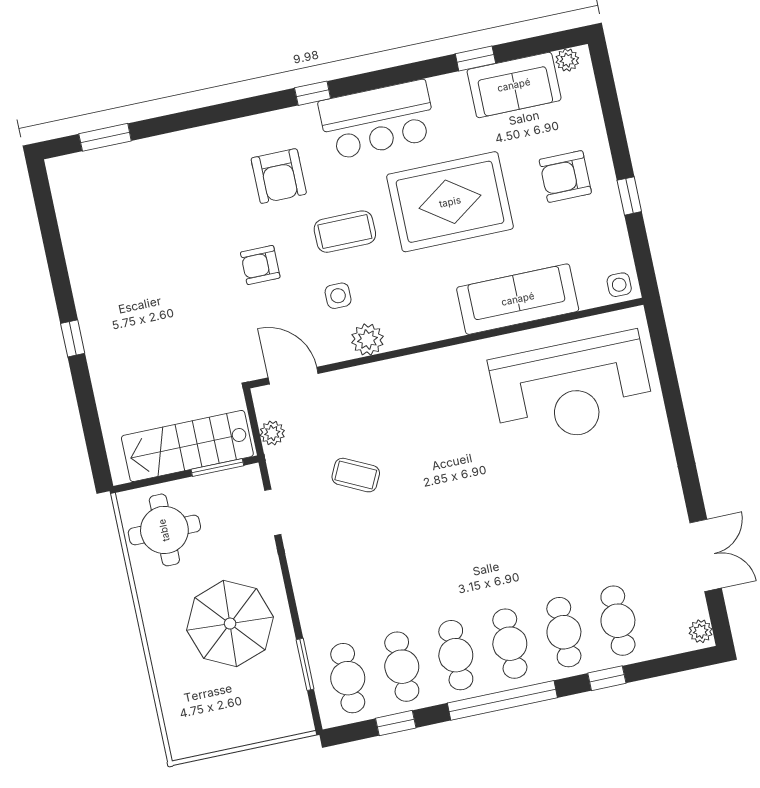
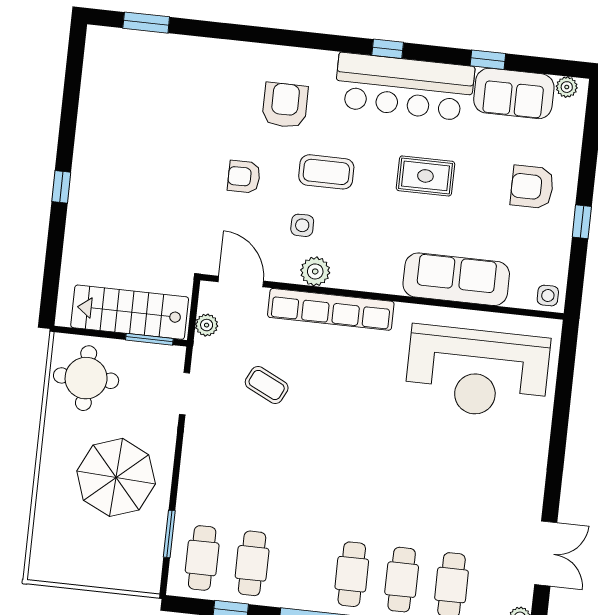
window: (313, 93) -> (388, 49), moved
bar counter: (377, 120) -> (404, 87), width x1.36
armchair: (279, 176) -> (285, 105), turned 180
rug: (450, 202) -> (425, 176), width x0.54, depth x0.49
row of seats: (397, 374) -> (331, 309), added
cafe table: (456, 655) -> (302, 569), removed

